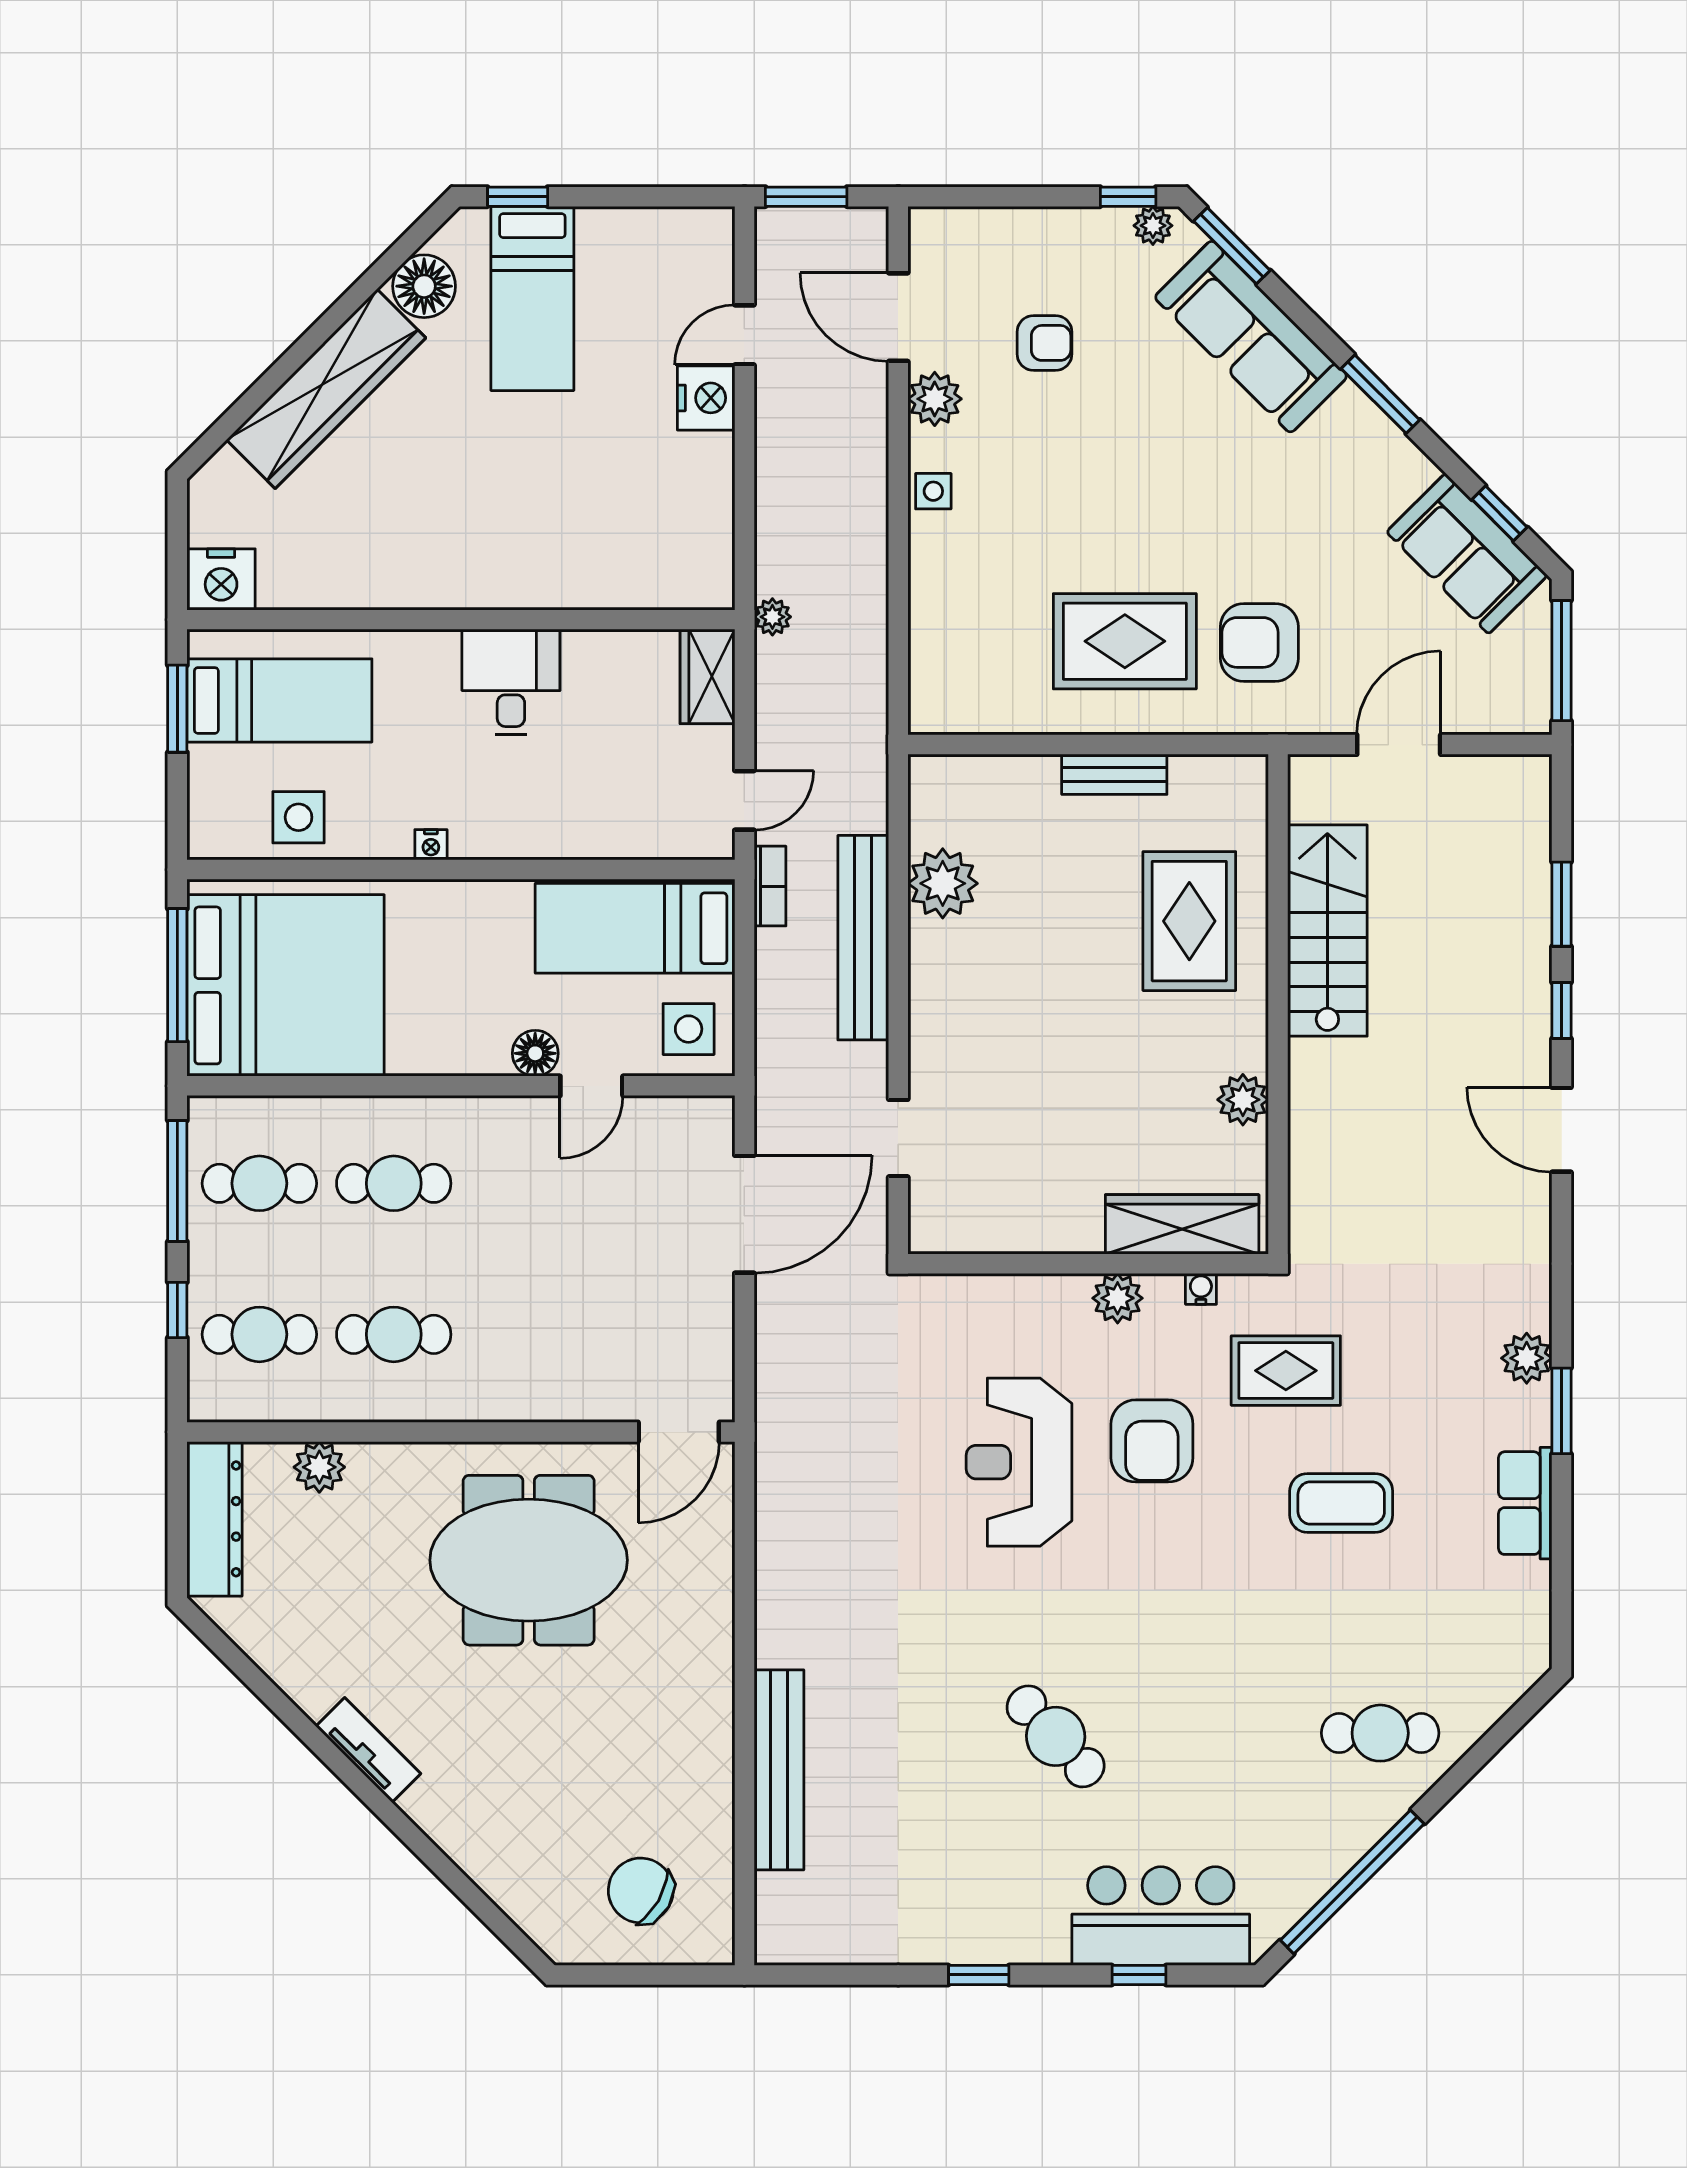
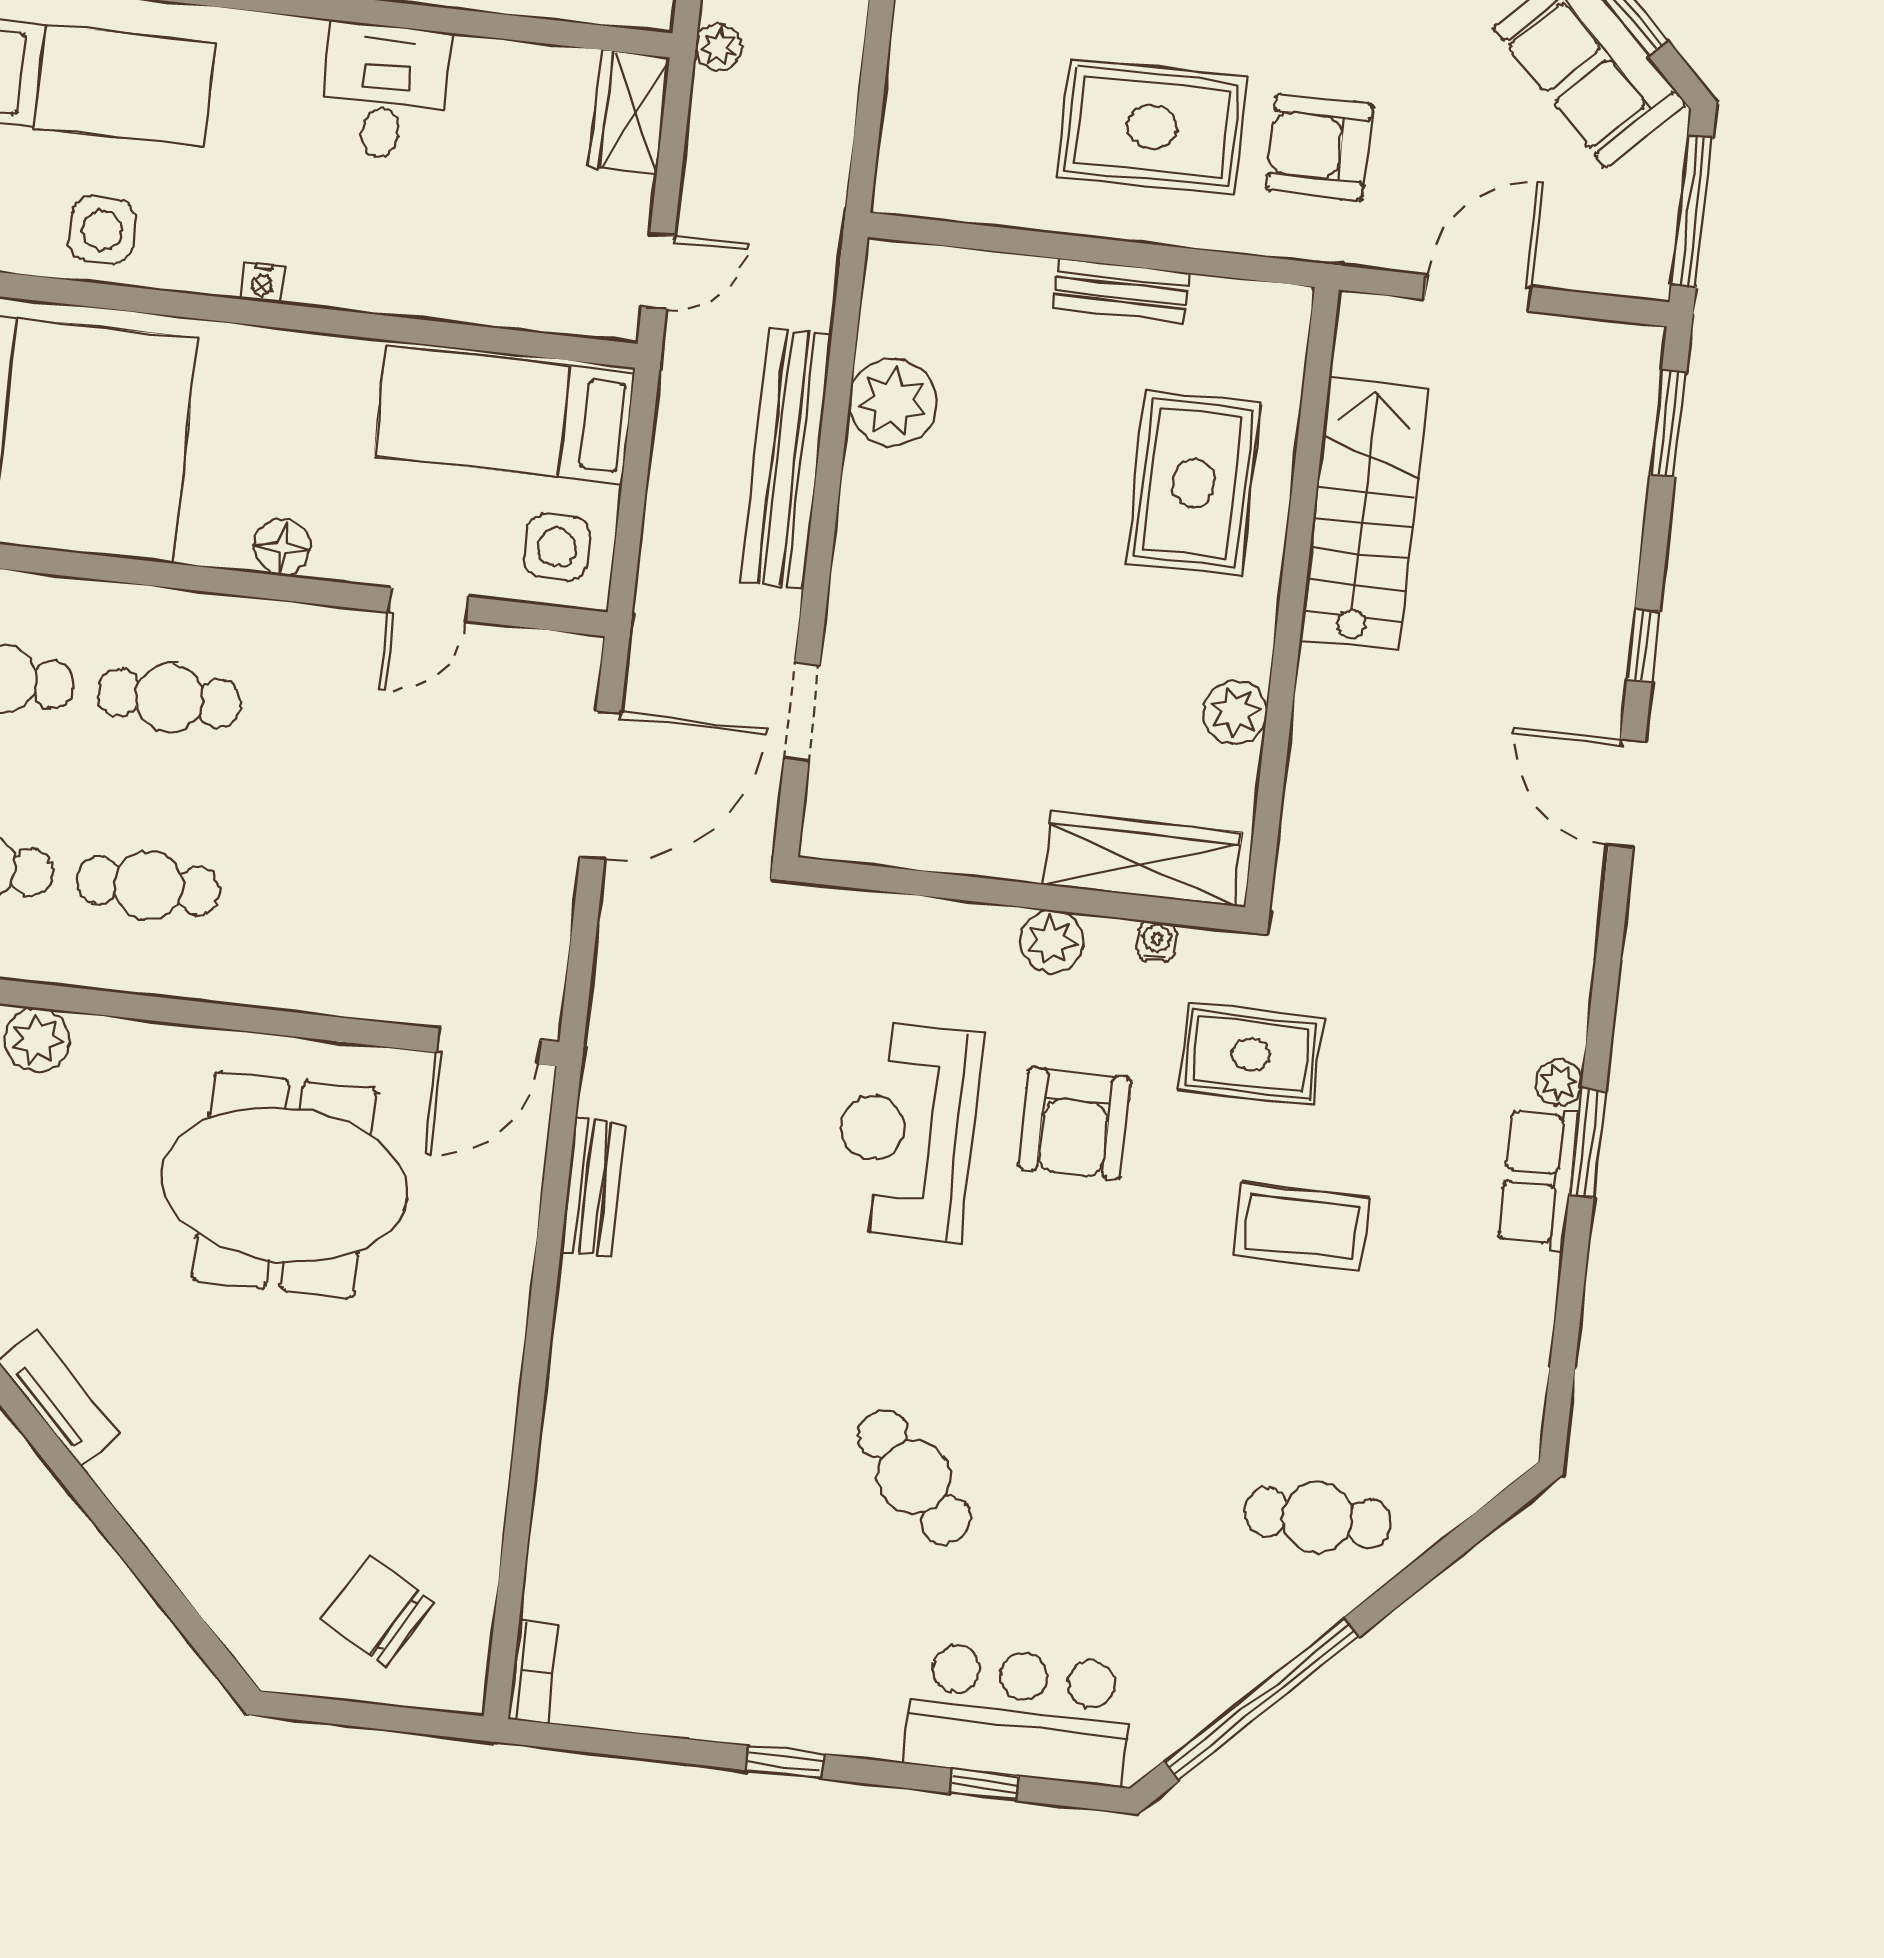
bookcase: (770, 886) -> (533, 1672), moved
window: (1562, 904) -> (1668, 423), moved
floor lamp: (535, 1053) -> (282, 547), moved
plant: (1527, 1358) -> (1559, 1082), width x0.73, depth x0.73
row of seats: (1525, 1503) -> (1538, 1178), moved
bench: (779, 1770) -> (593, 1187), moved, width x0.54, depth x0.82

